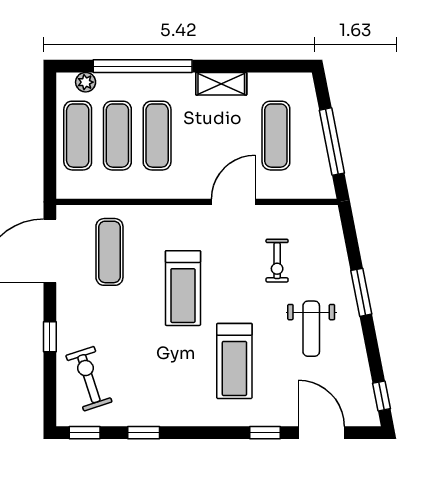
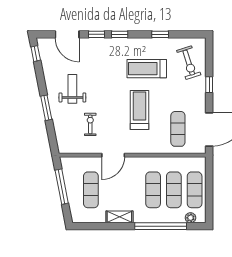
treadmill: (234, 361) -> (147, 69), moved, turned -90
window: (85, 433) -> (120, 34), moved

